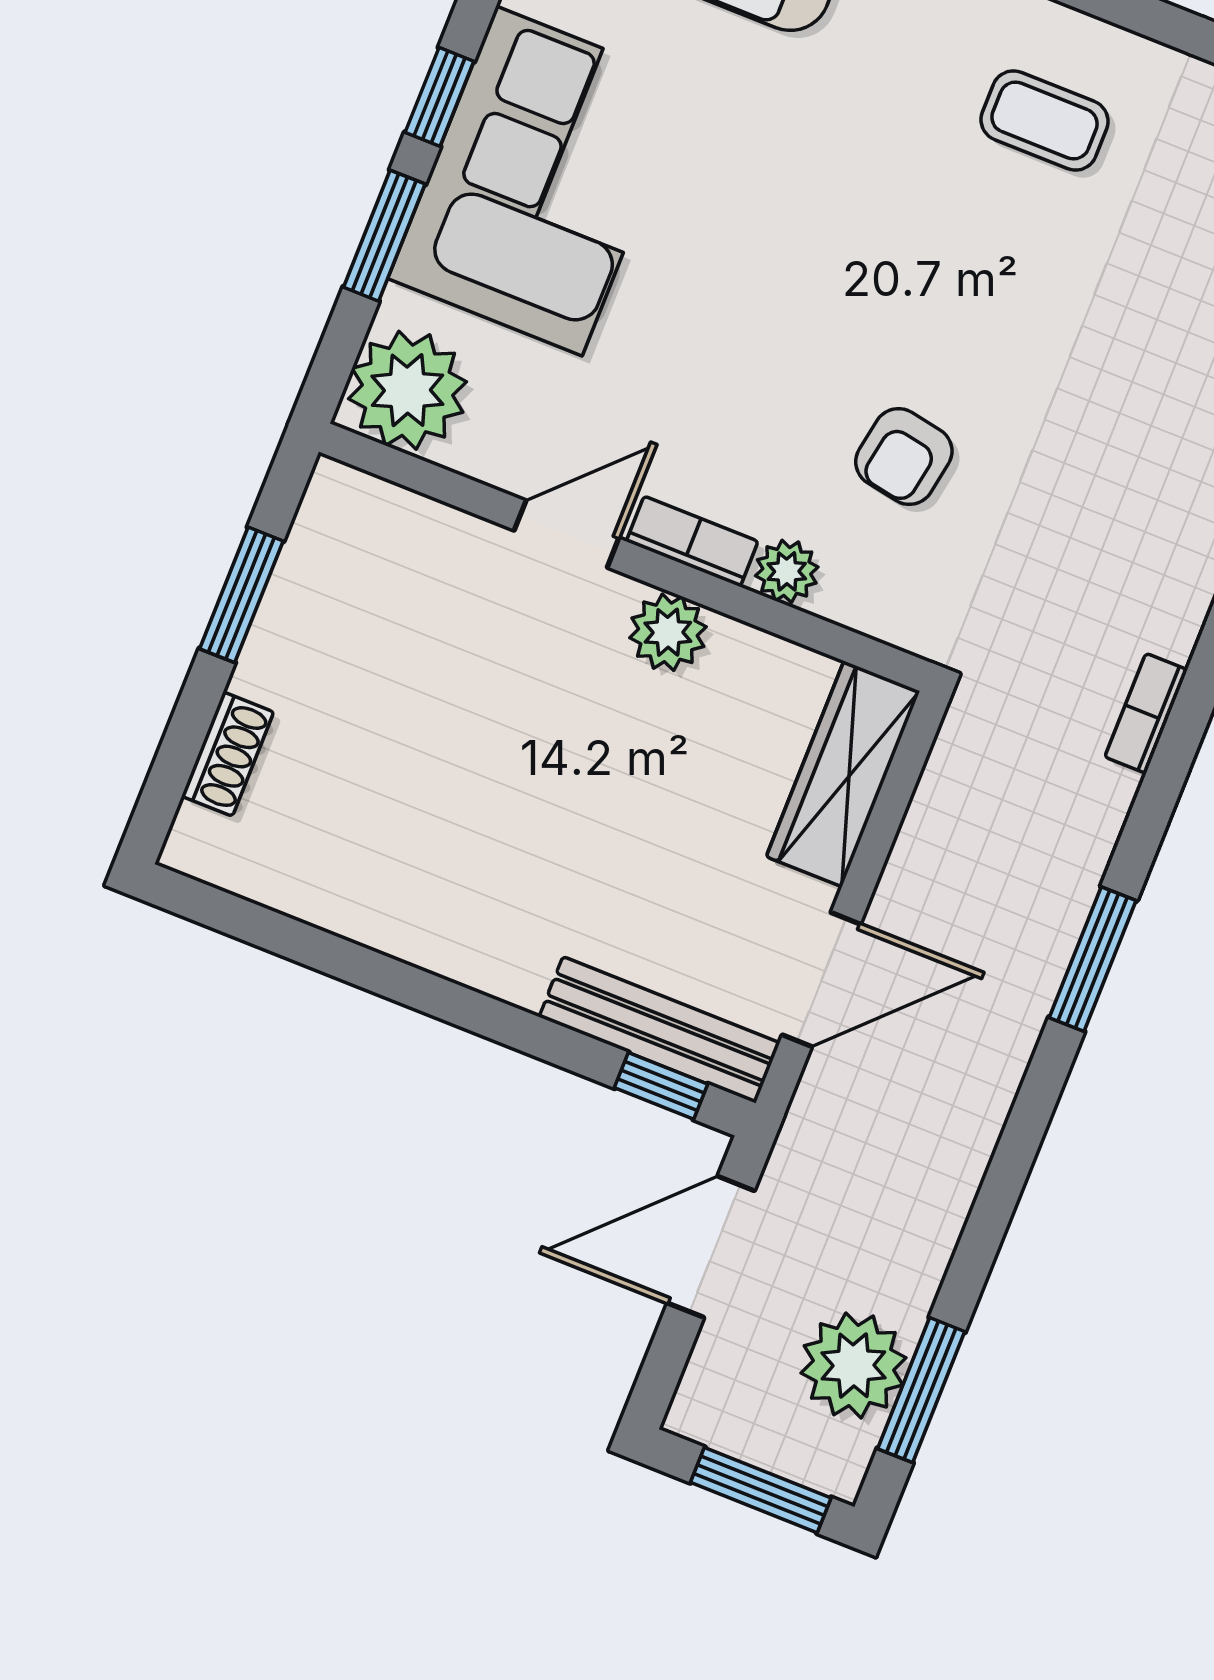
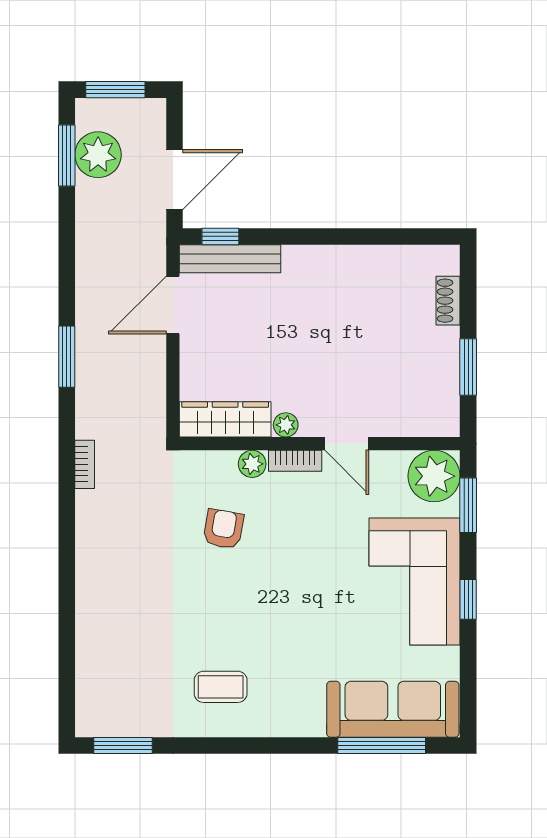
window: (384, 236) -> (468, 505), moved
door: (567, 534) -> (347, 444), hinge flipped
plant: (668, 632) -> (286, 425), width x0.73, depth x0.73
wardrobe: (843, 774) -> (225, 419), moved, turned -90

